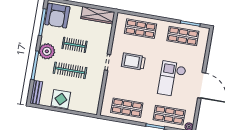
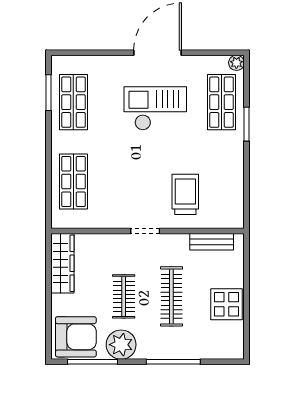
plant: (47, 51) -> (121, 345), moved
trolley: (133, 61) -> (185, 194), moved, turned 180
checkout: (172, 79) -> (155, 108), turned 180
bench: (36, 93) -> (212, 242), moved
shop shelf: (127, 108) -> (222, 181), removed

